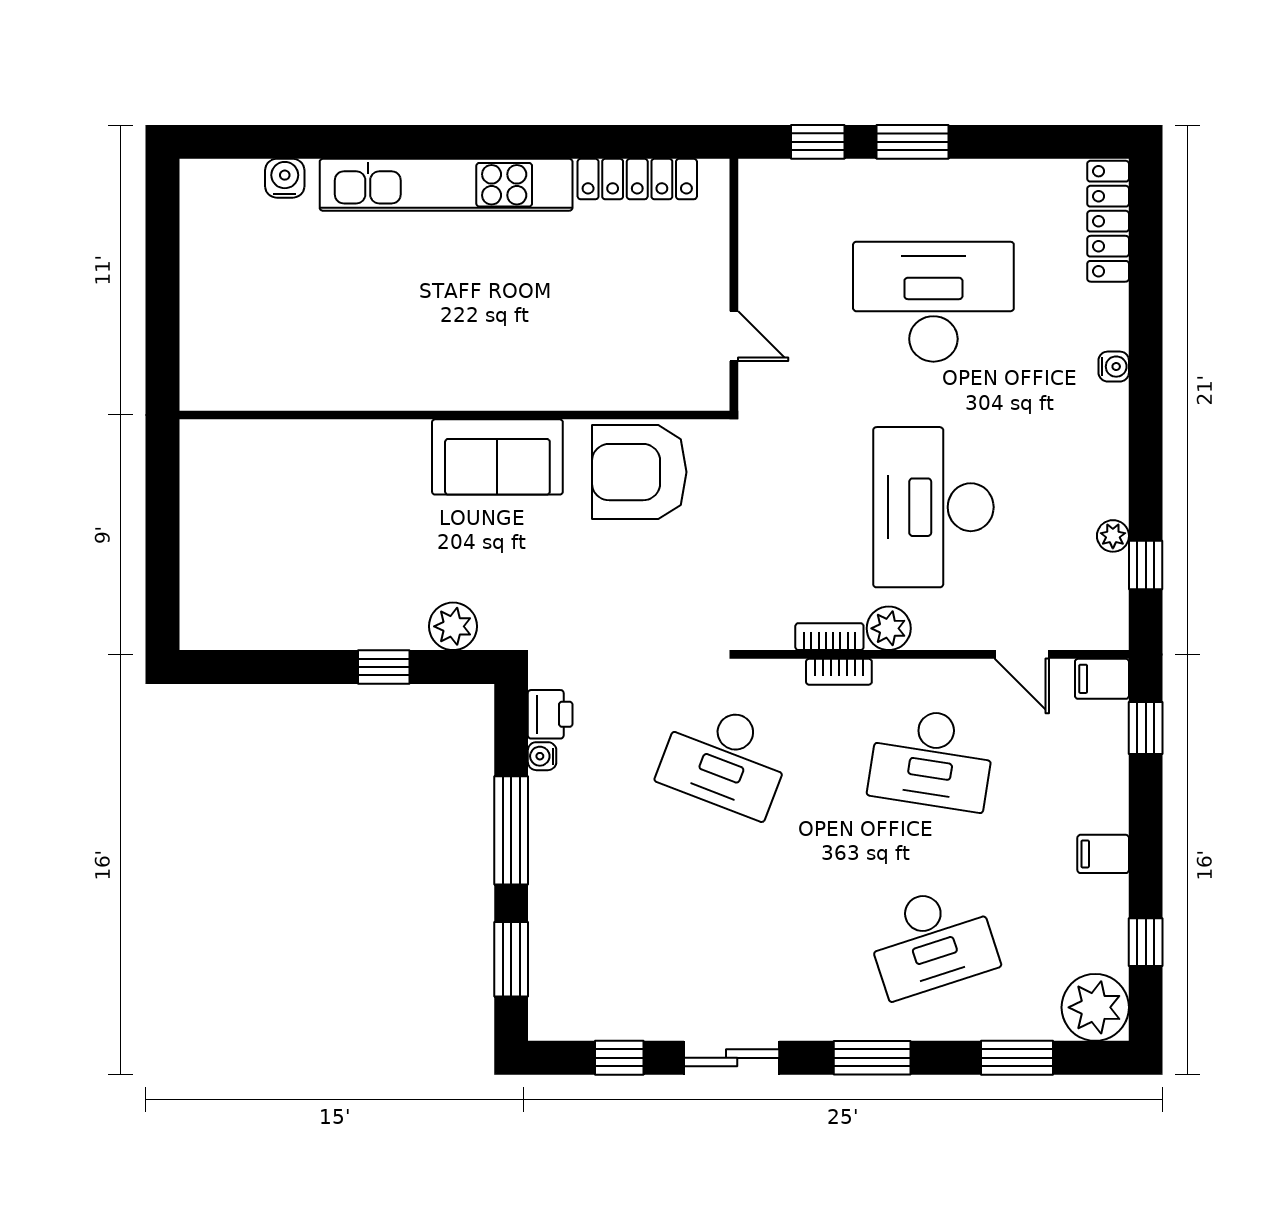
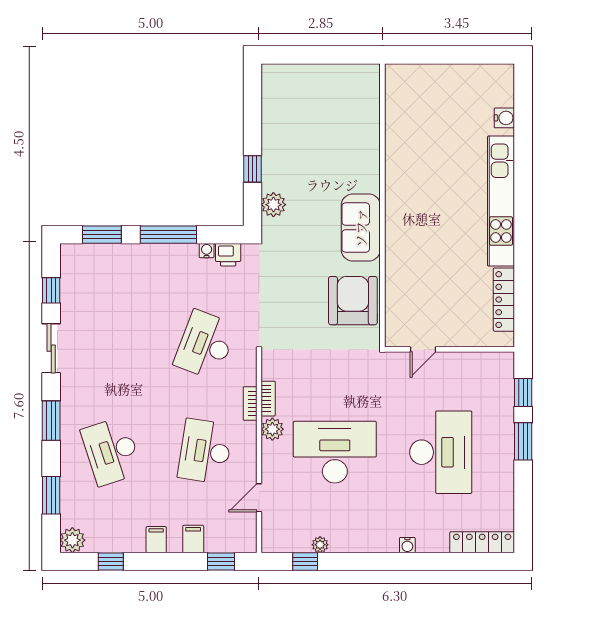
filing cabinet: (1102, 679) -> (193, 539), moved
plant: (1095, 1007) -> (72, 540), width x0.73, depth x0.73

